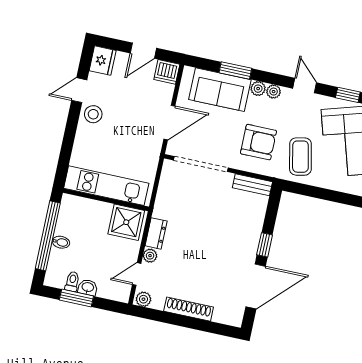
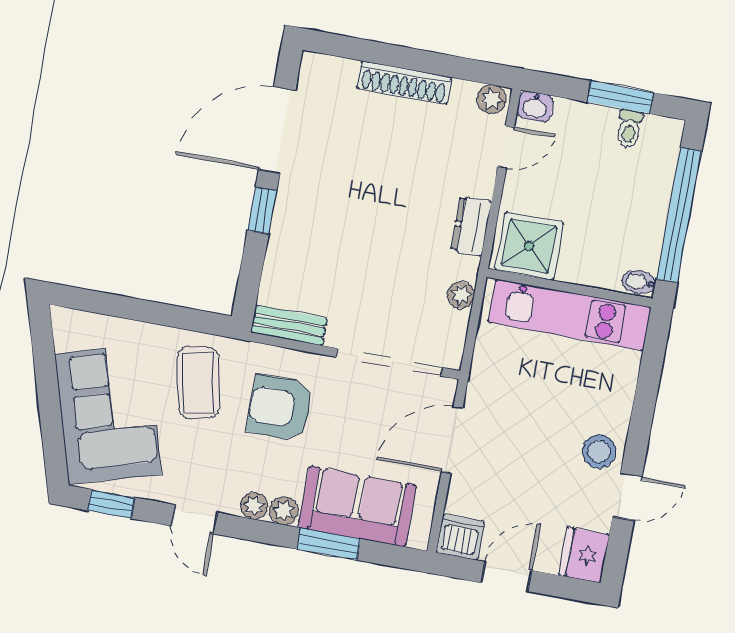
bidet: (61, 242) -> (639, 282), moved
plant: (150, 256) -> (461, 295), moved
washbasin: (88, 287) -> (535, 107), moved

